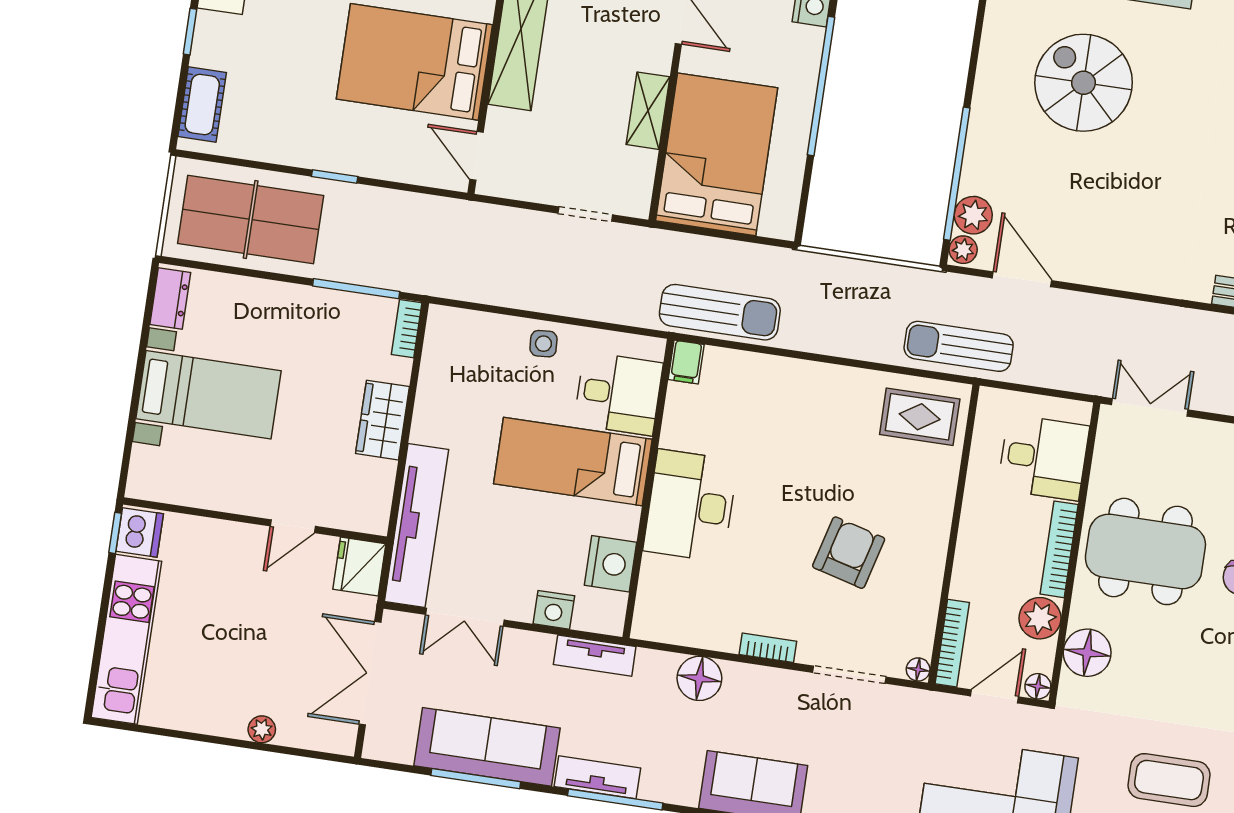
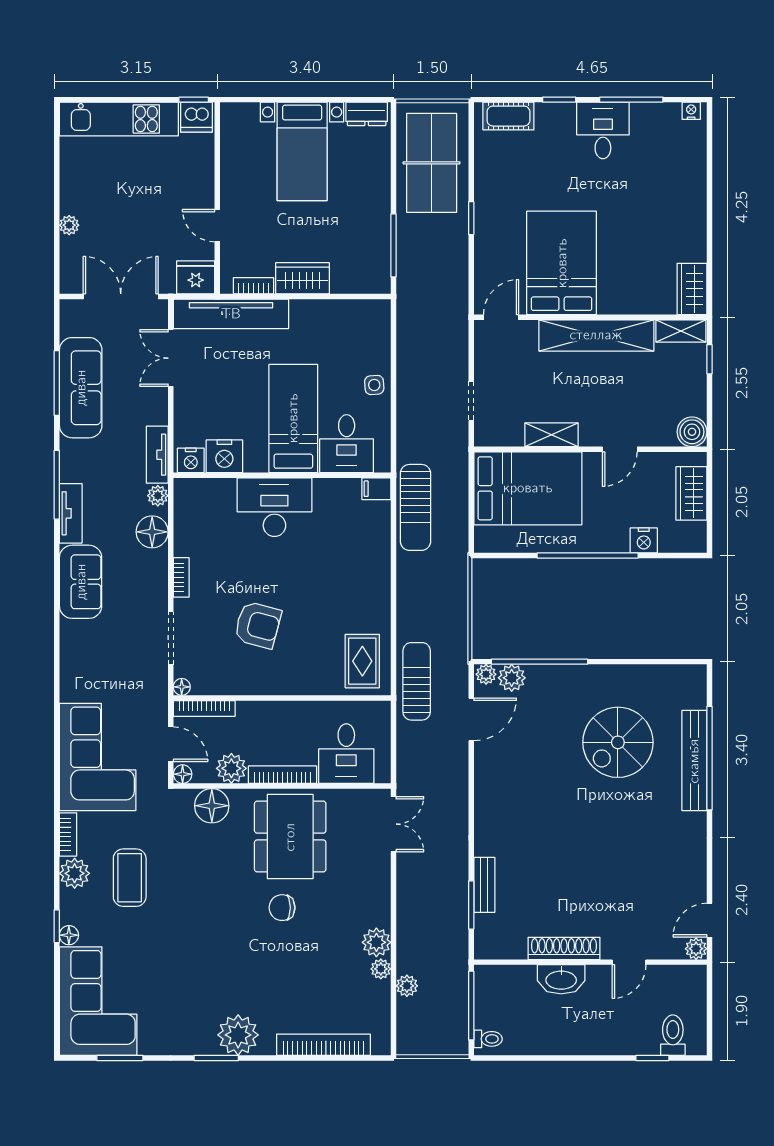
spiral stairs: (1084, 83) -> (618, 742), turned 180
bookcase: (407, 329) -> (253, 286), moved
nightstand: (554, 610) -> (191, 460), moved, turned -90
plant: (651, 663) -> (158, 496), added
tv unit: (597, 777) -> (71, 513), moved

